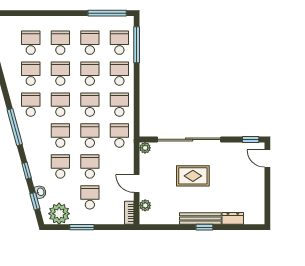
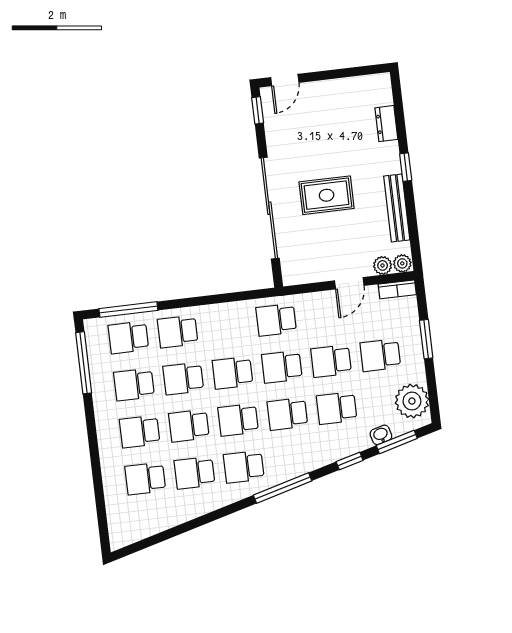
school desk: (119, 105) -> (227, 326), removed
plant: (145, 148) -> (402, 263), moved
rug: (193, 176) -> (327, 195), turned 90
window: (35, 201) -> (397, 442), width x1.50
bench: (200, 218) -> (397, 208), moved
window: (82, 227) -> (426, 339), moved

